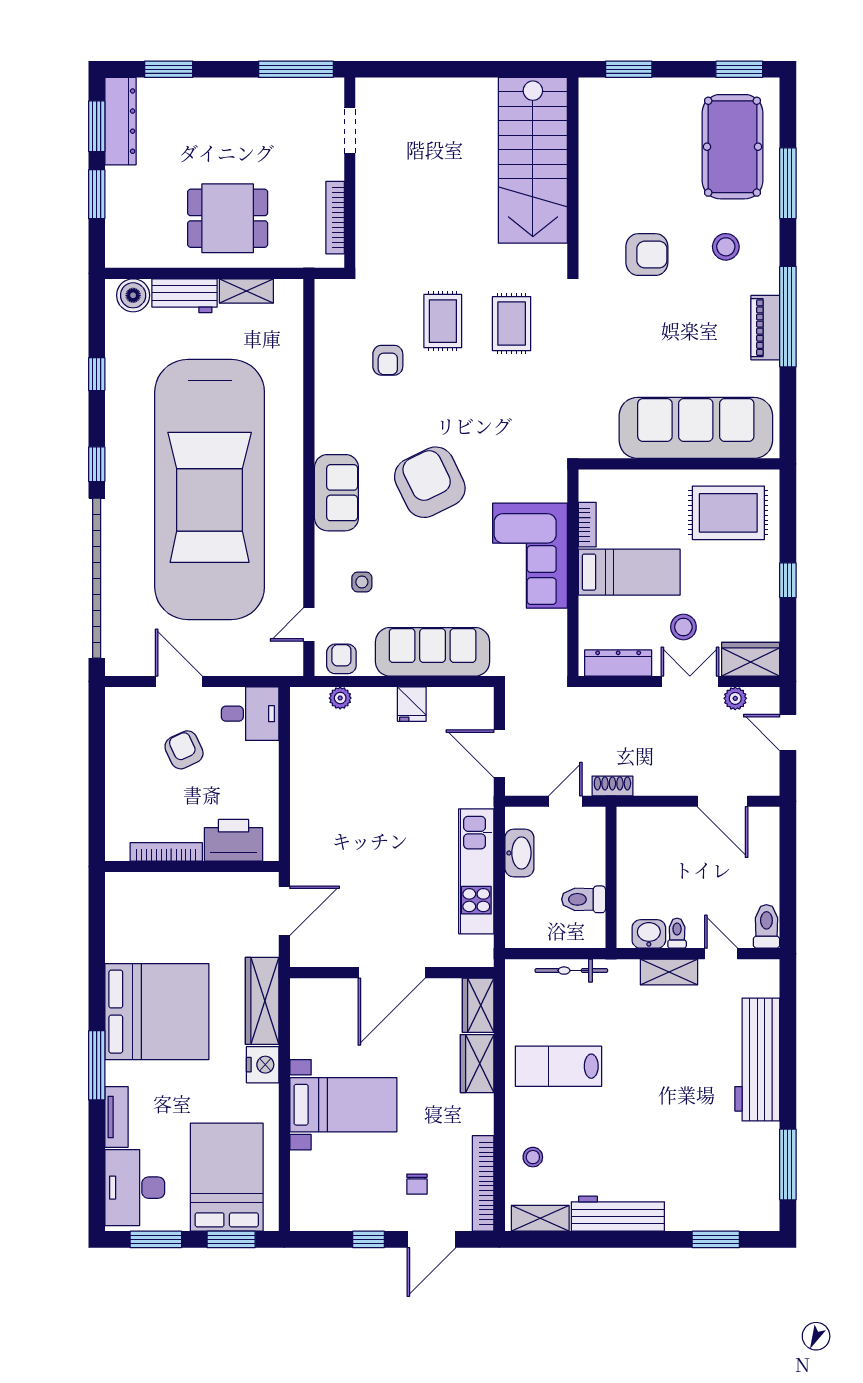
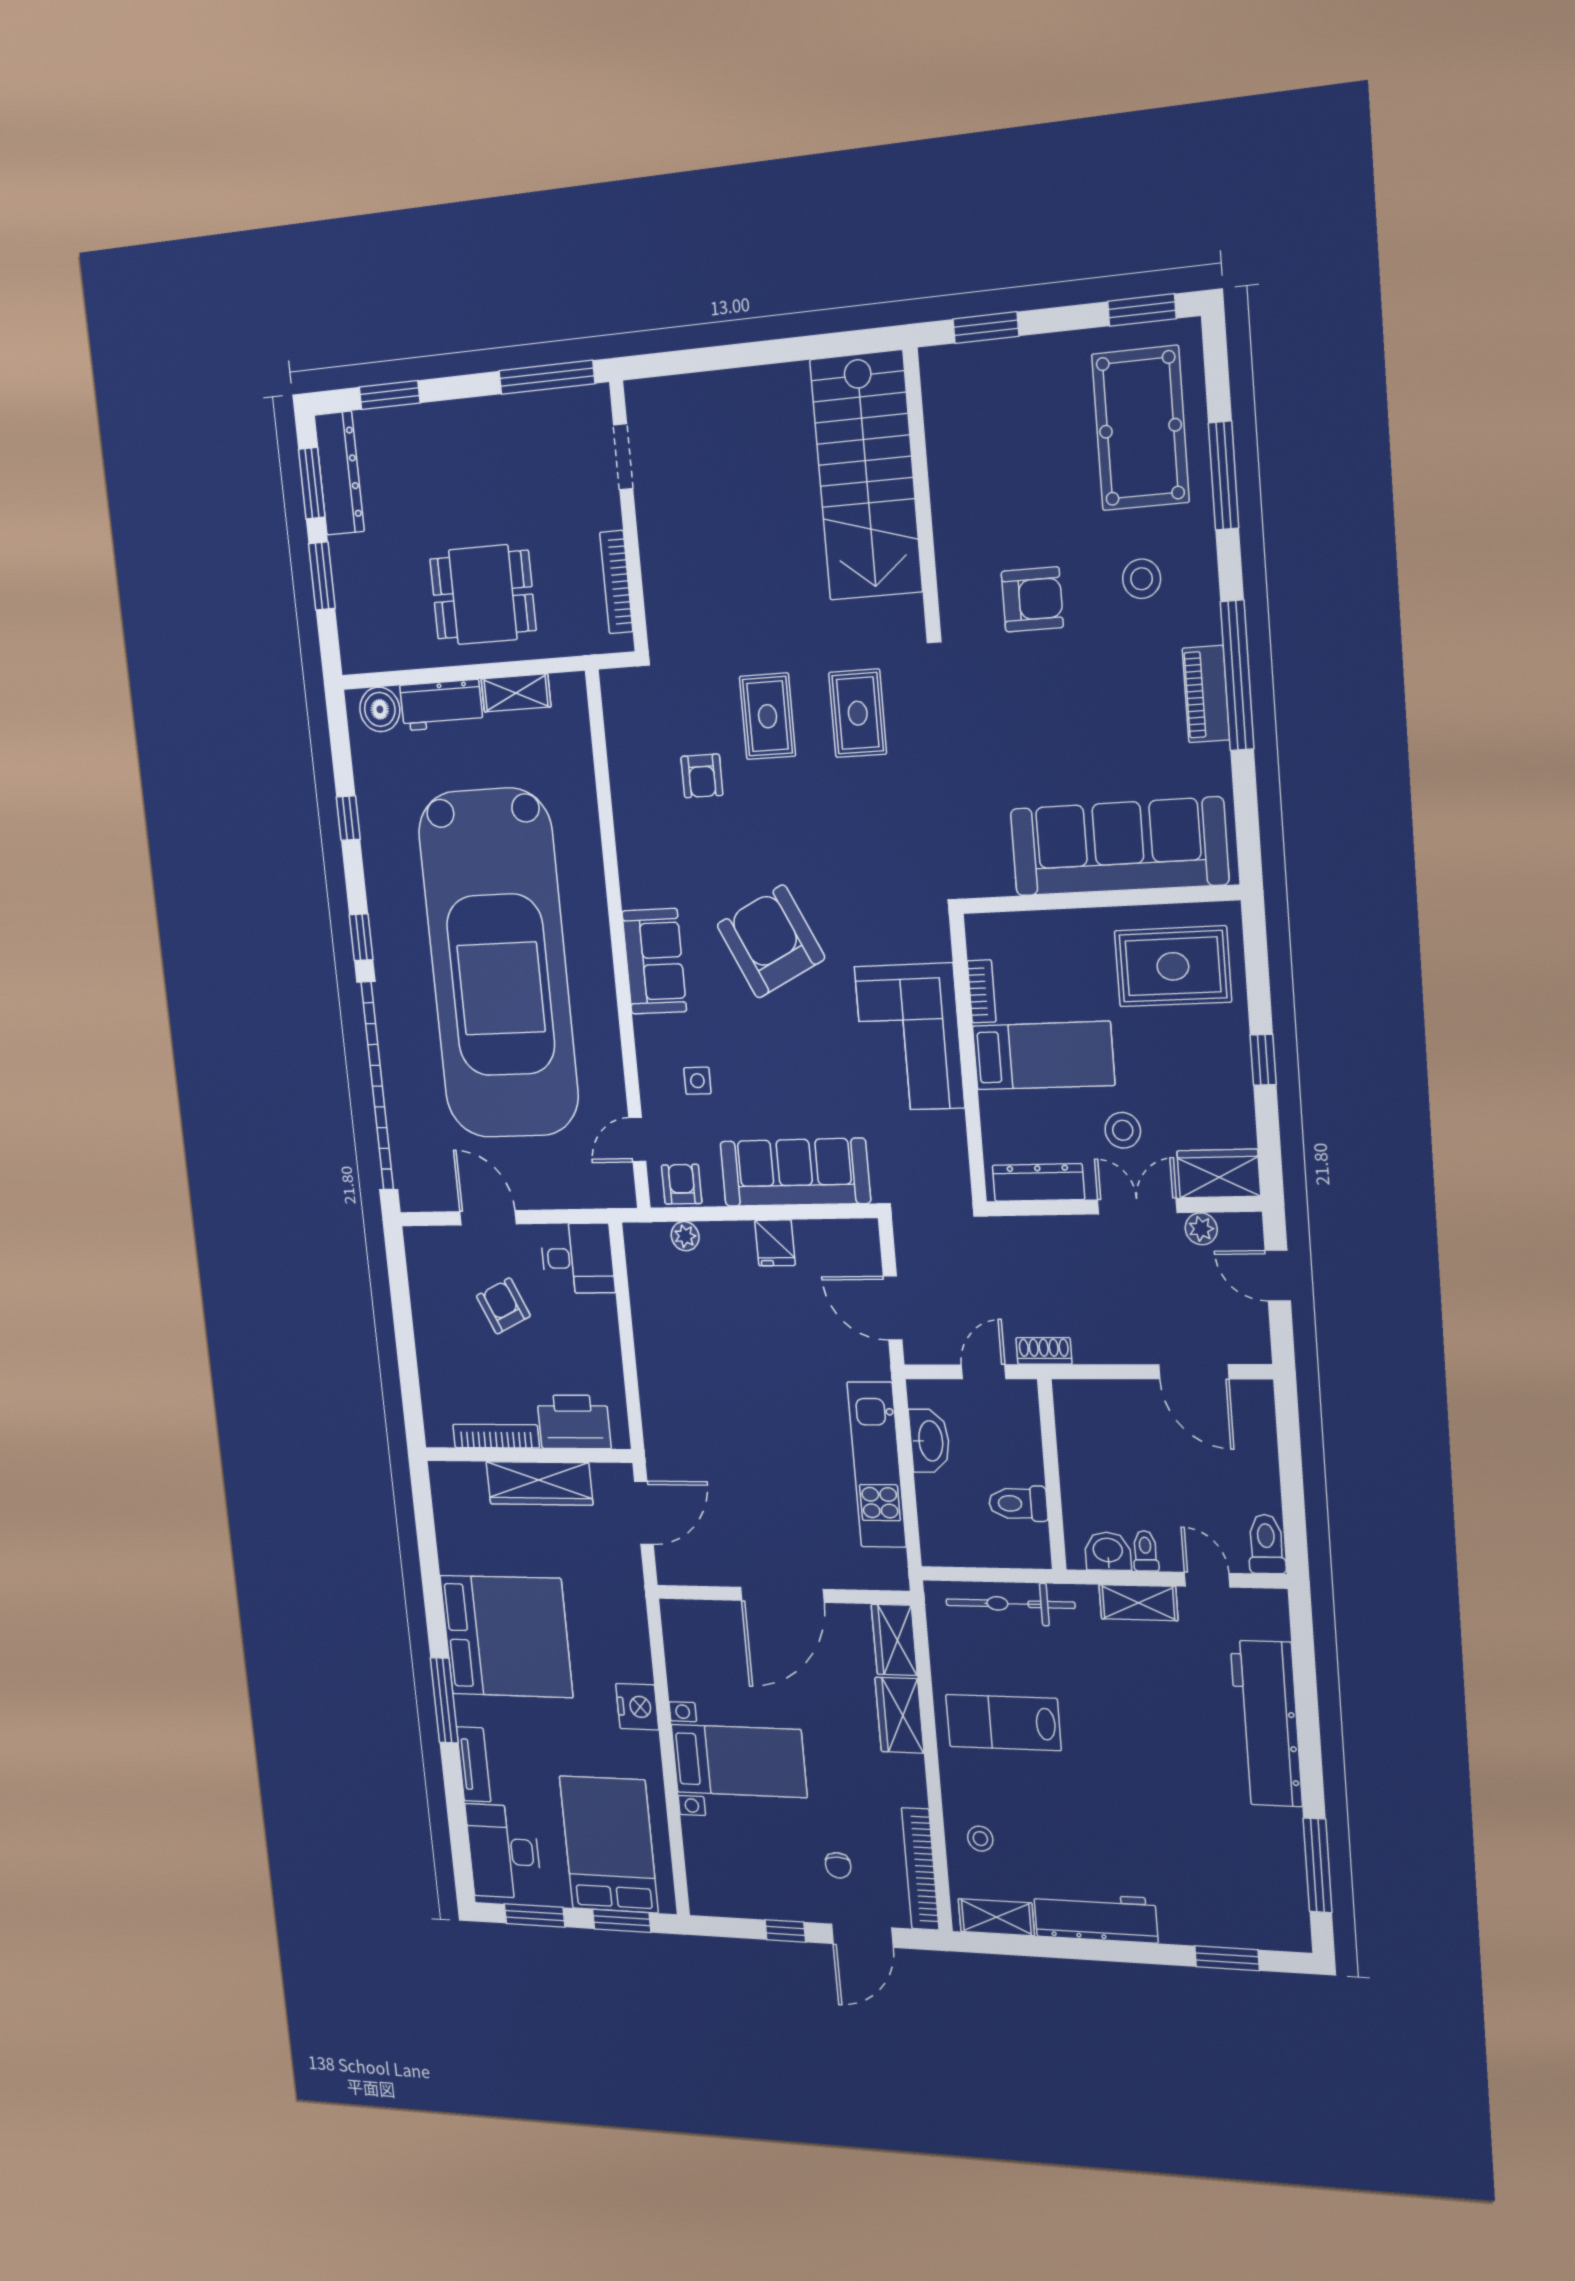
bicycle: (571, 971) -> (1010, 1604), width x1.37, depth x1.40
wardrobe: (262, 1001) -> (539, 1483), moved, turned -90

